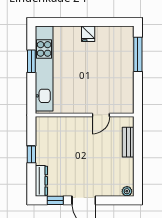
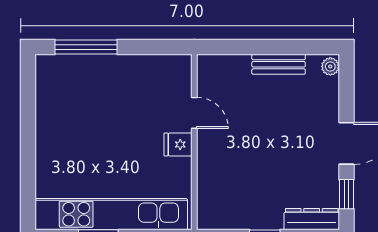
fridge: (88, 34) -> (178, 144), moved, turned 180
bench: (128, 142) -> (279, 64), moved

